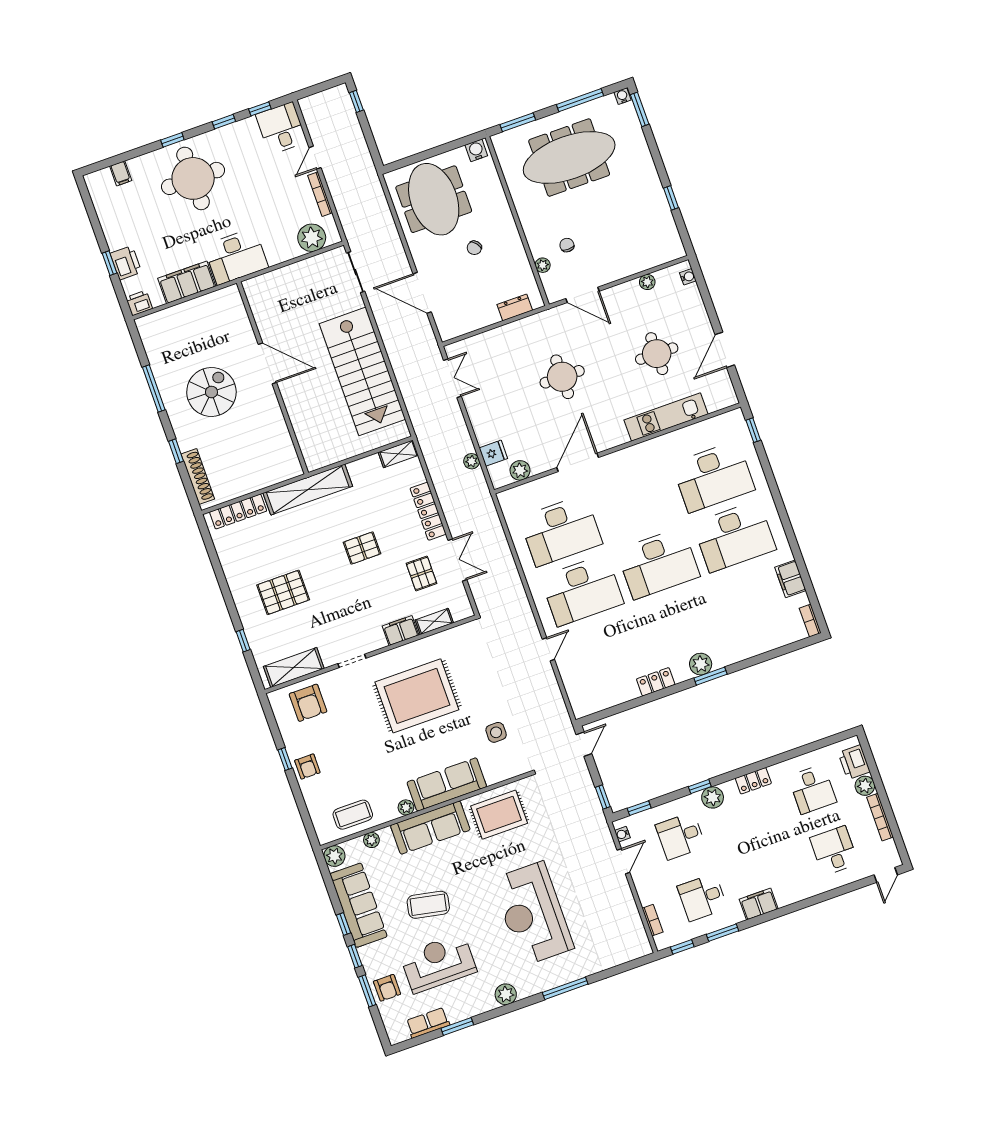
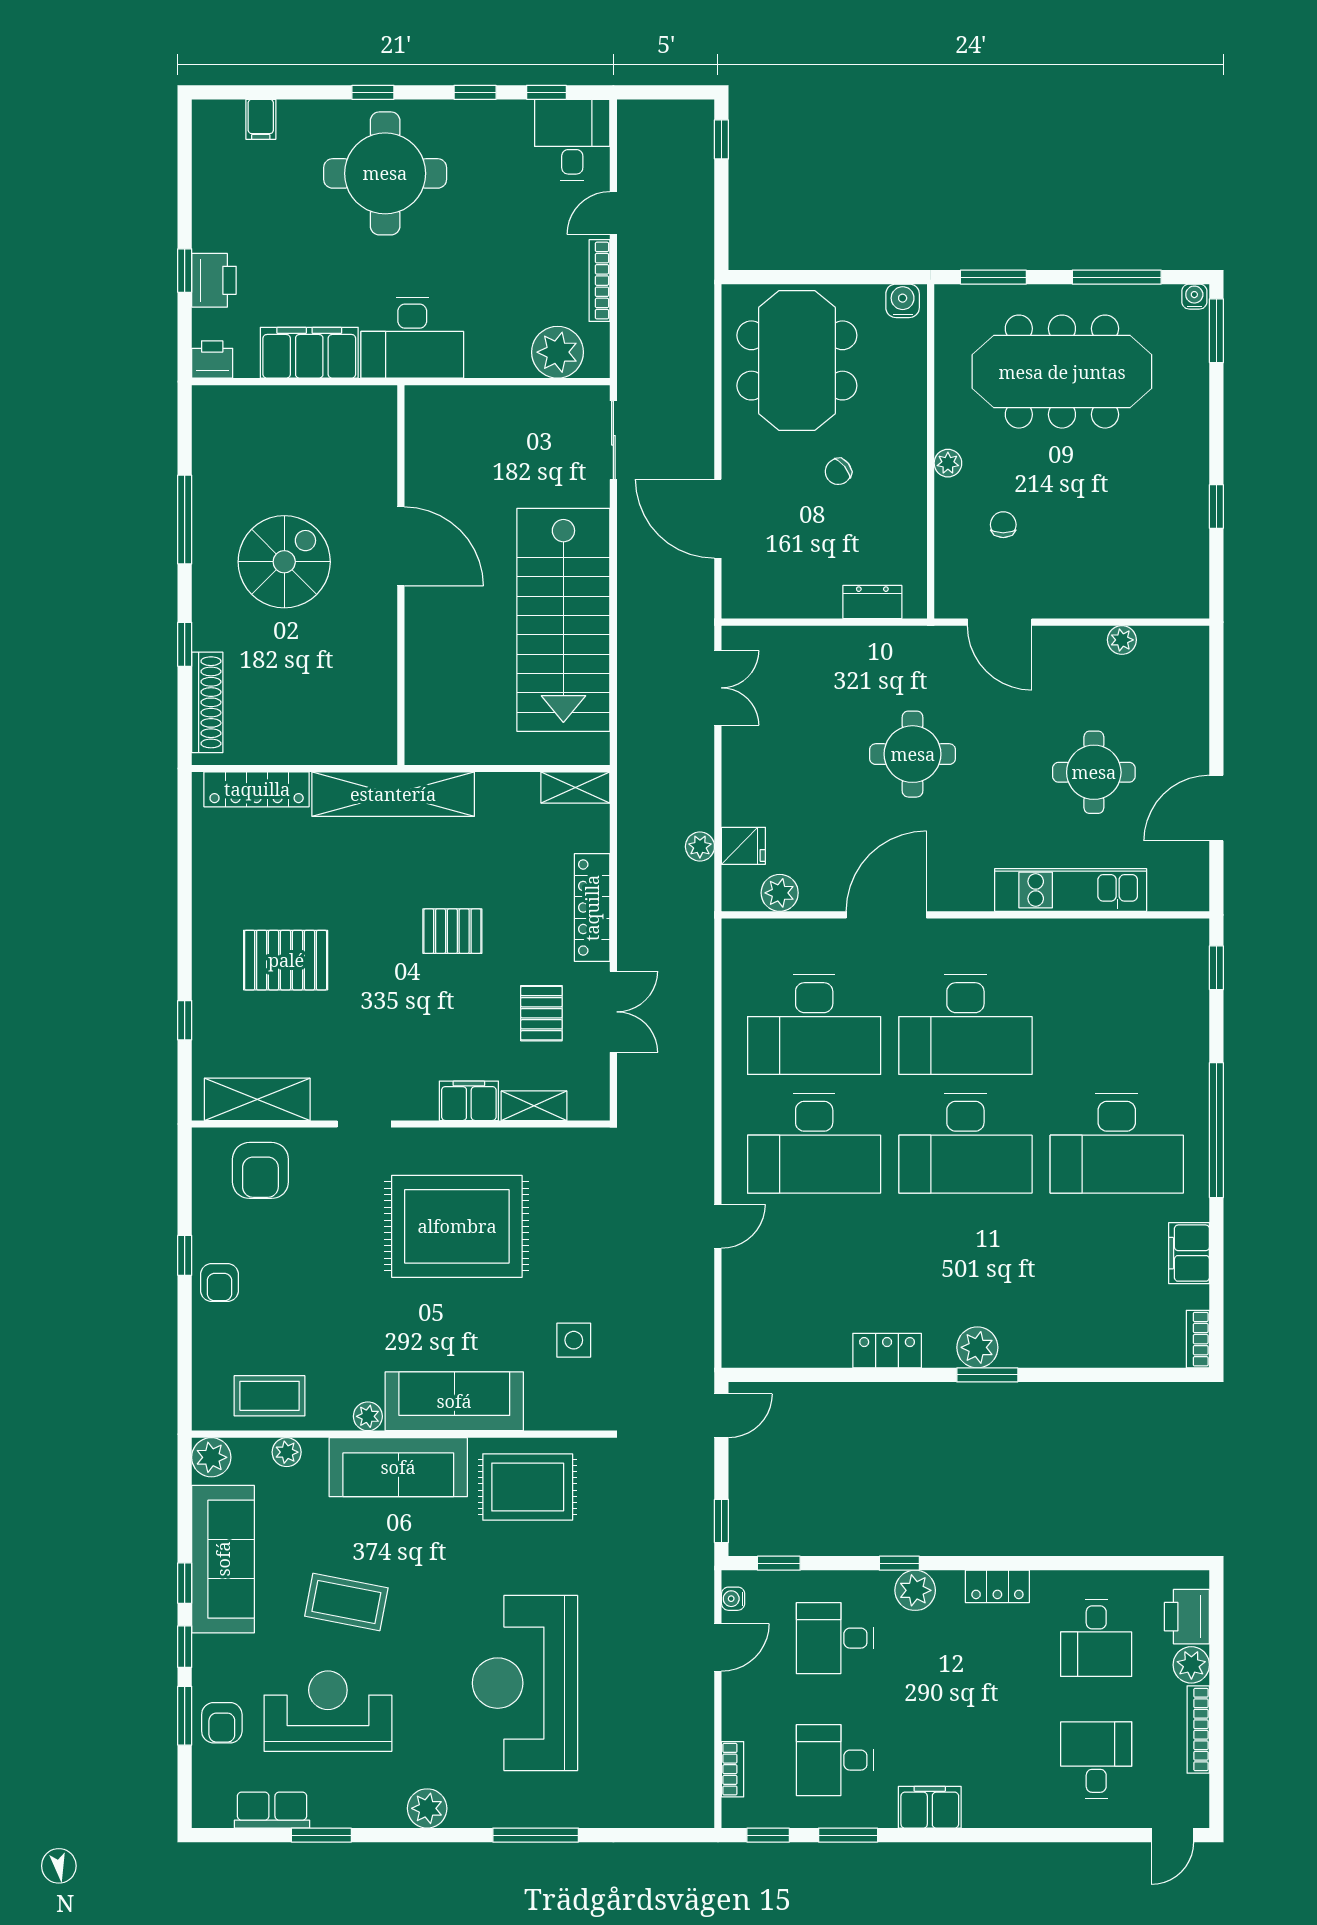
plant: (543, 265) -> (948, 463), moved
water cooler: (688, 277) -> (1197, 656), removed
desk: (713, 477) -> (965, 1025), moved
window: (782, 512) -> (1216, 1130), added

